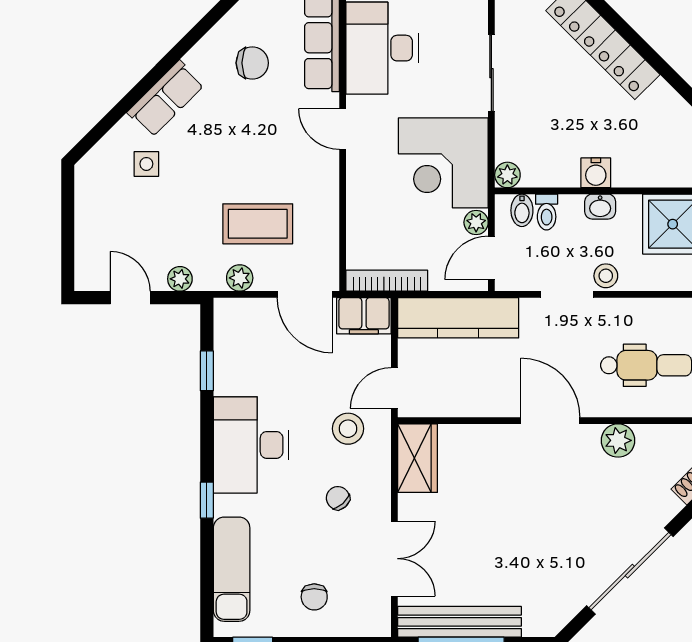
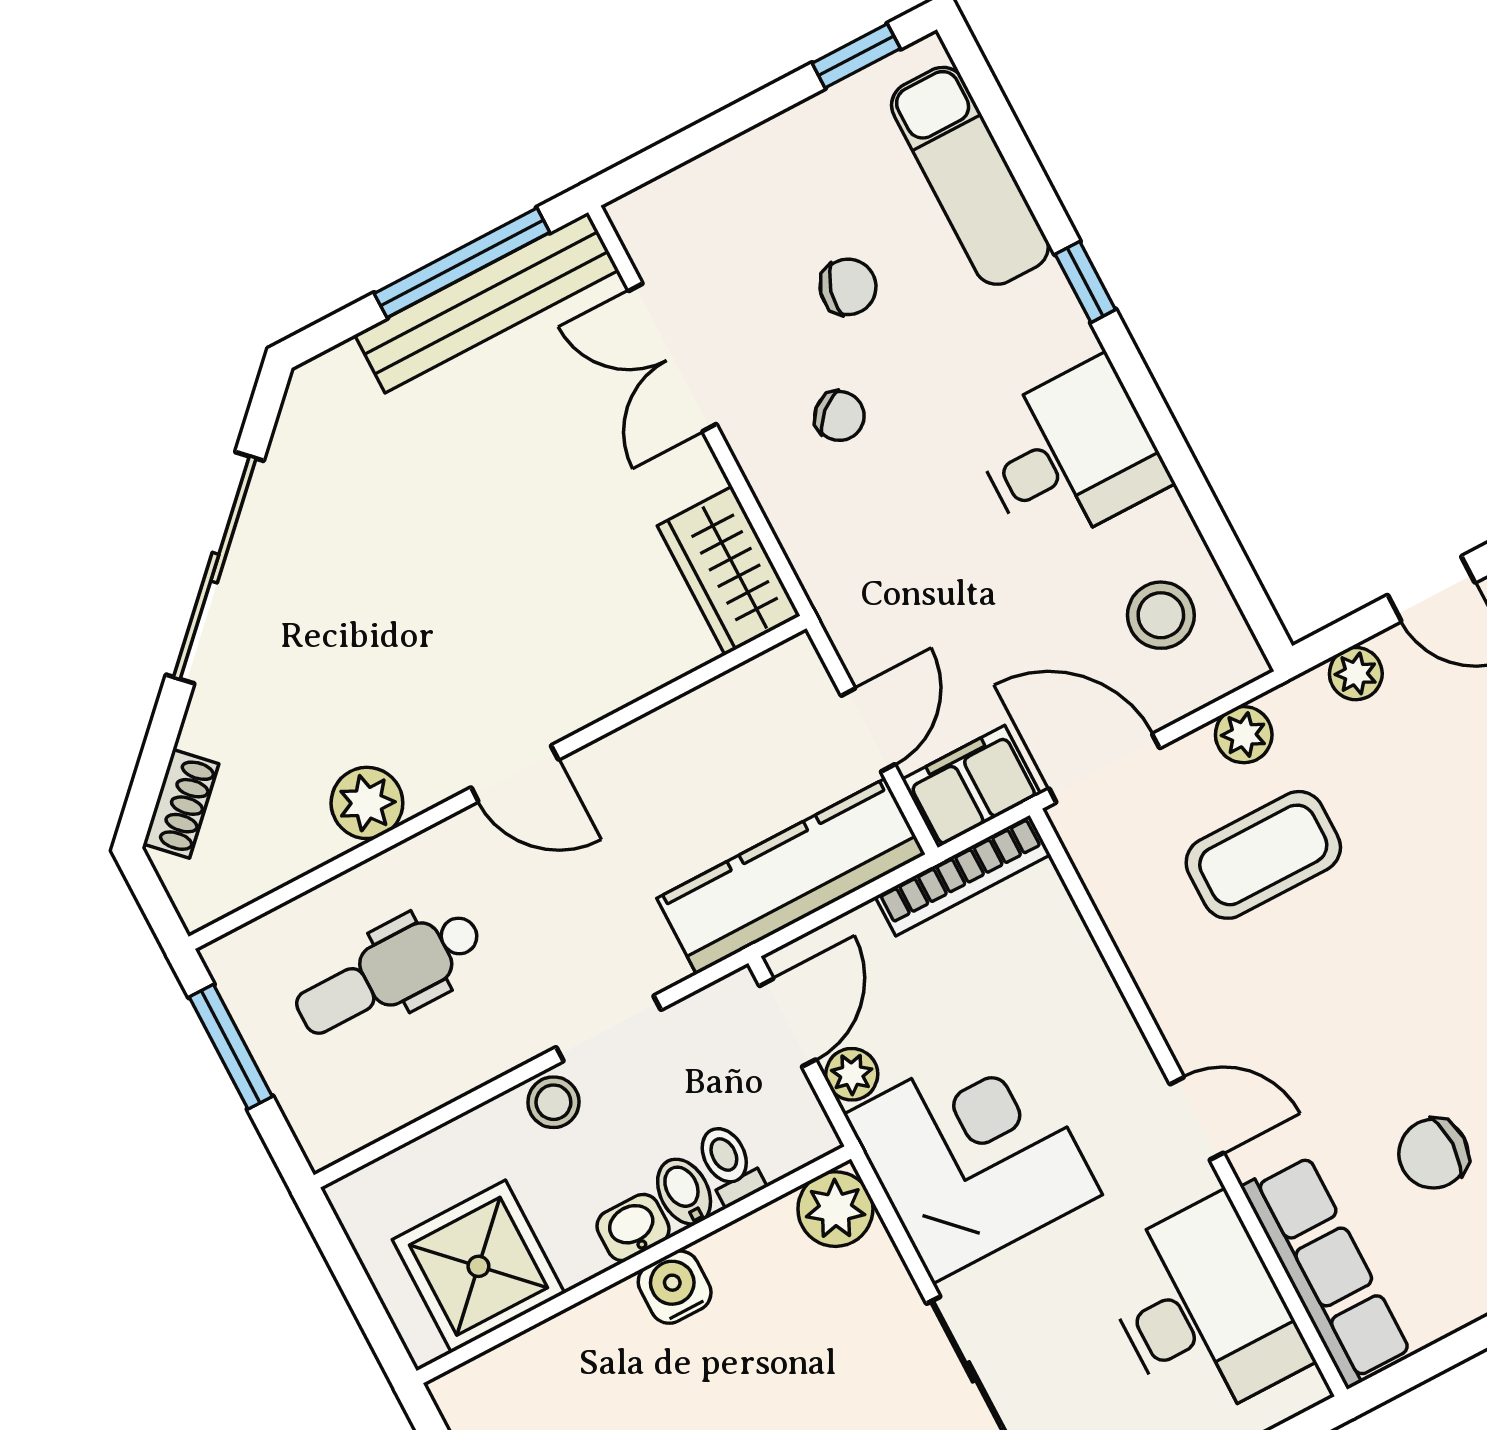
plant: (507, 175) -> (835, 1209), width x1.38, depth x1.38
bidet: (522, 210) -> (684, 1192), moved
window: (207, 371) -> (1214, 526), removed
door: (394, 388) -> (868, 730), moved
door: (550, 421) -> (515, 773), width x0.73
stool: (348, 429) -> (1161, 615), moved
desk: (251, 445) -> (1069, 455), width x0.73
chair: (314, 597) -> (848, 287), moved, turned 105

